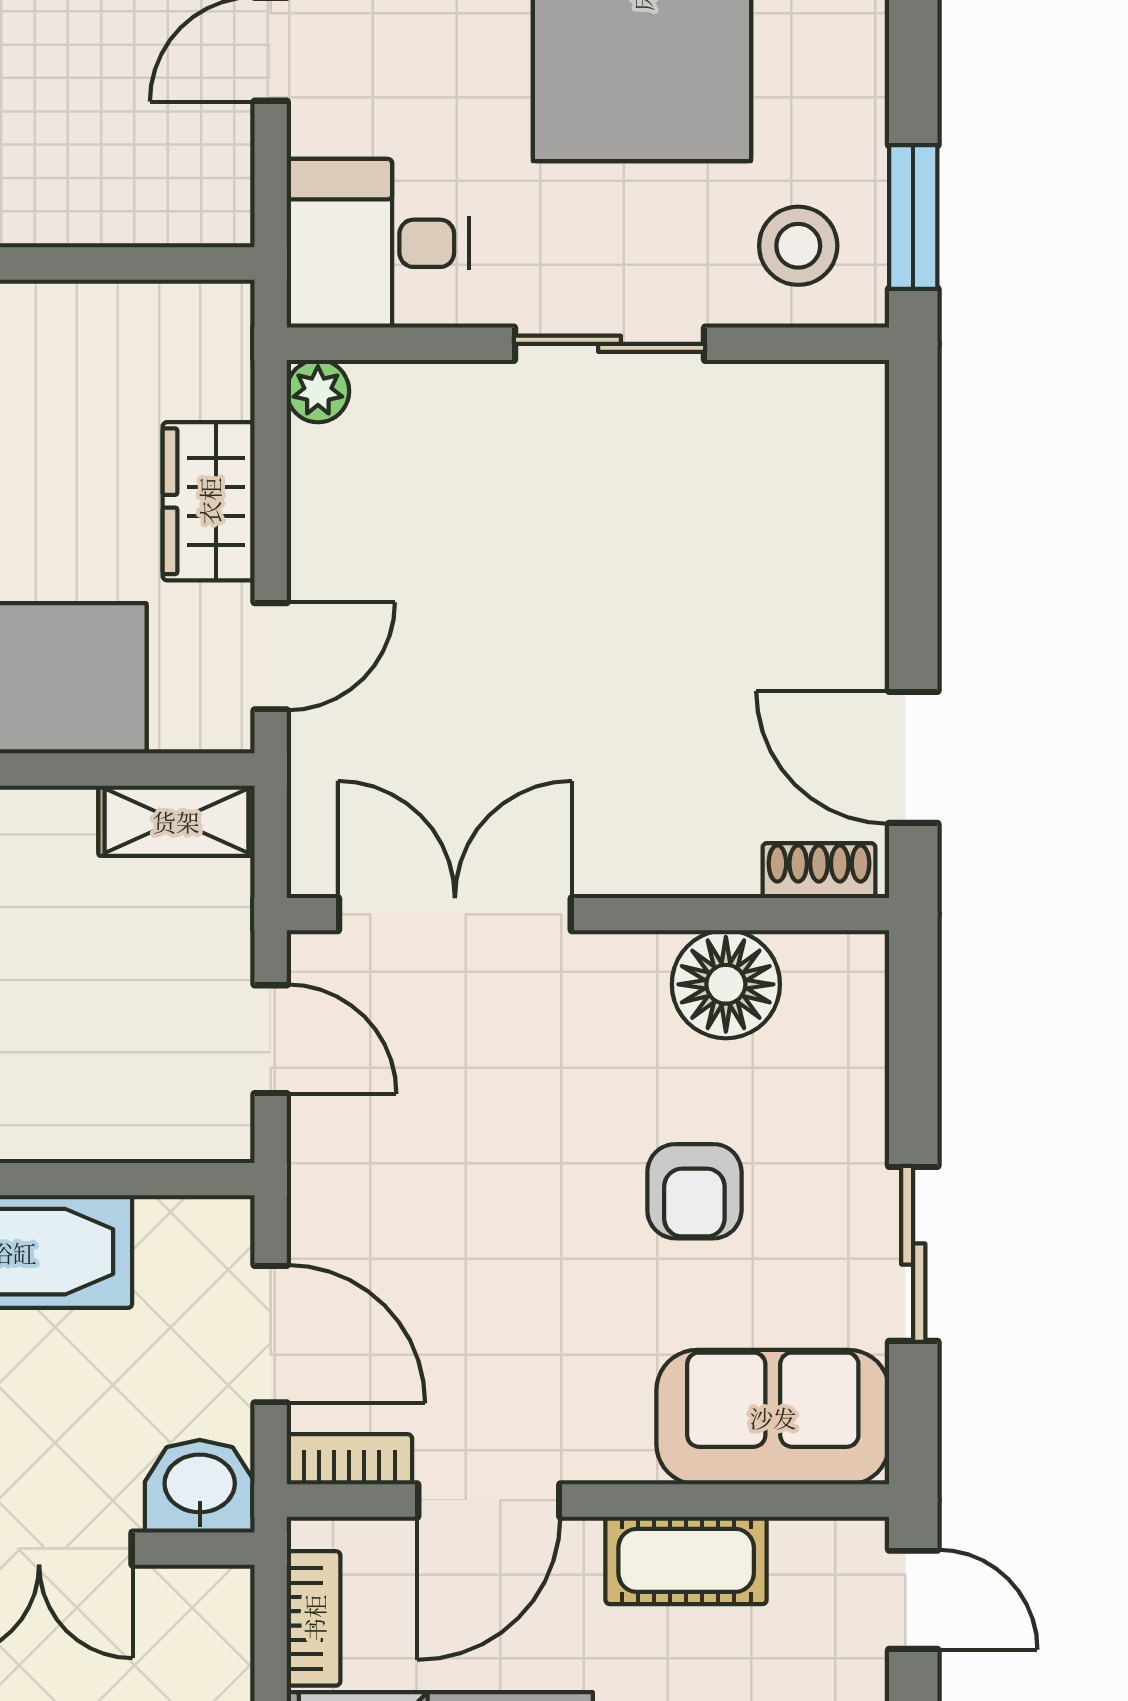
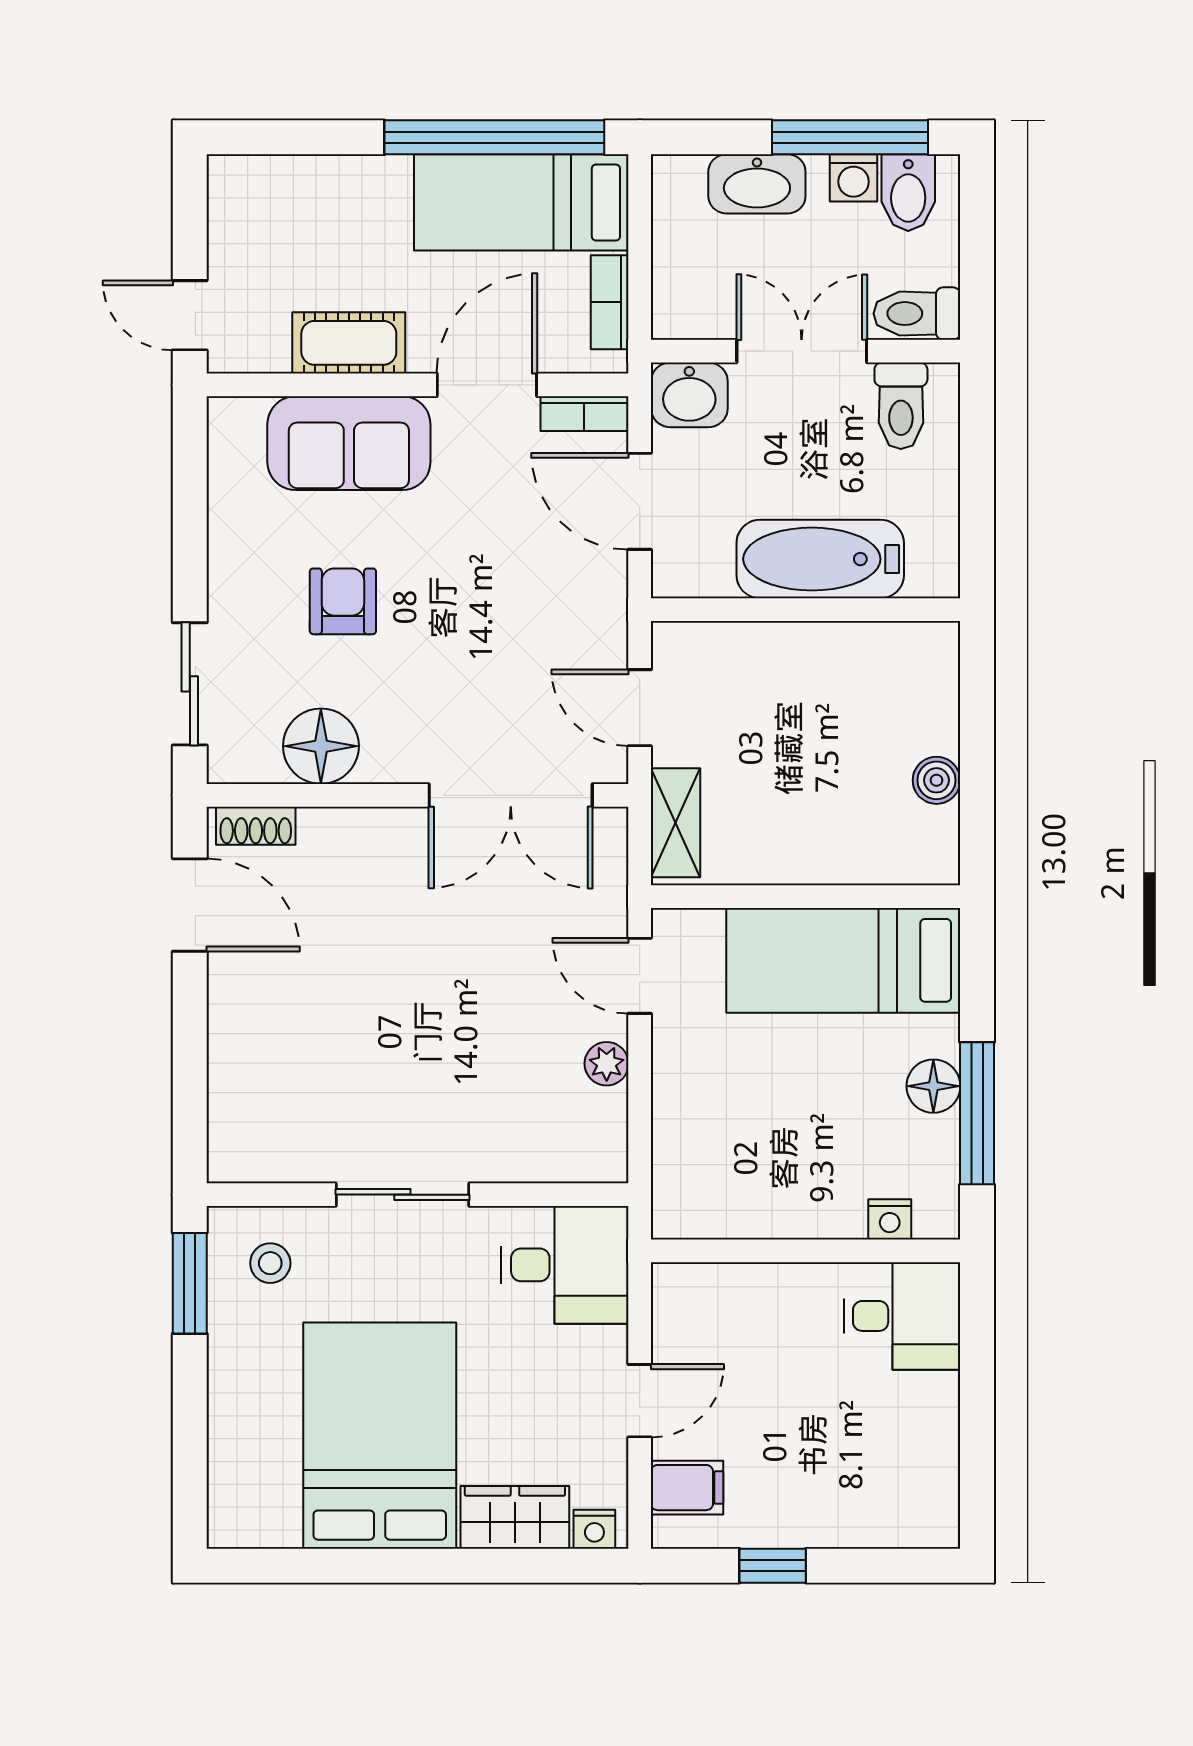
stool: (798, 246) -> (270, 1263), width x0.73, depth x0.73
plant: (318, 391) -> (607, 1064), moved
wardrobe: (209, 501) -> (683, 1084), removed
door: (271, 656) -> (640, 976), hinge flipped
shelving: (176, 821) -> (675, 823), moved, turned 90
sliding door: (913, 1254) -> (190, 684), moved
sofa: (773, 1417) -> (349, 443), moved

